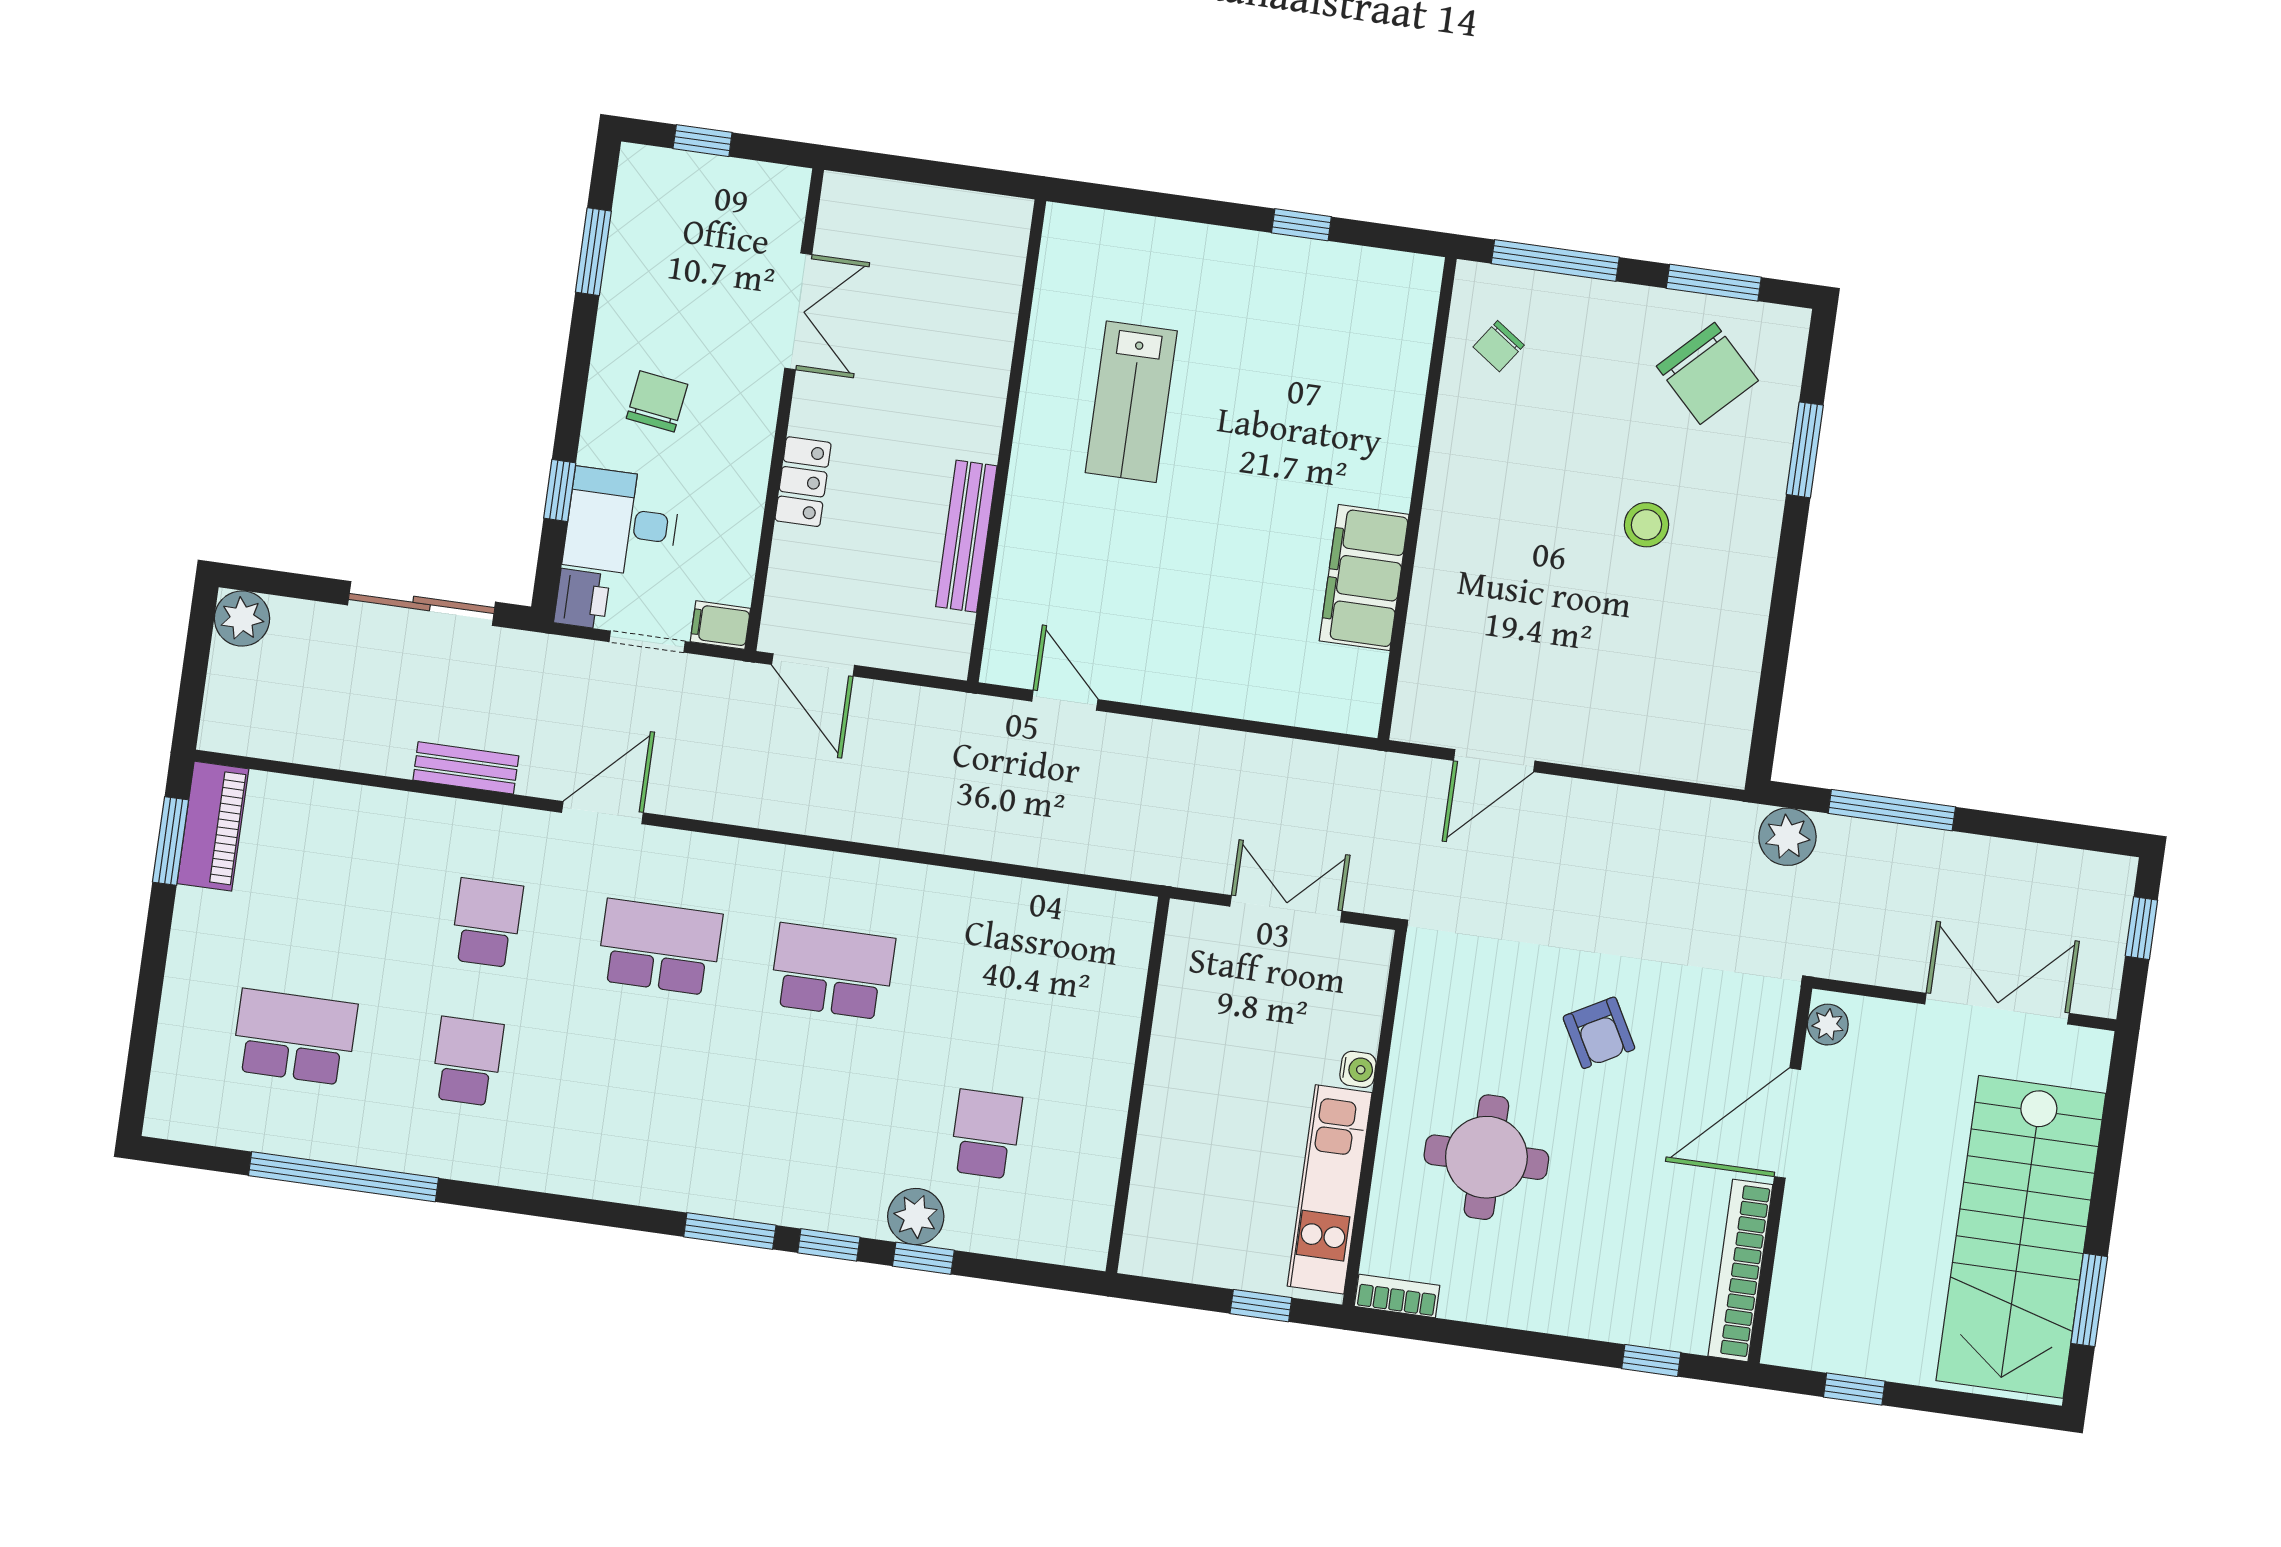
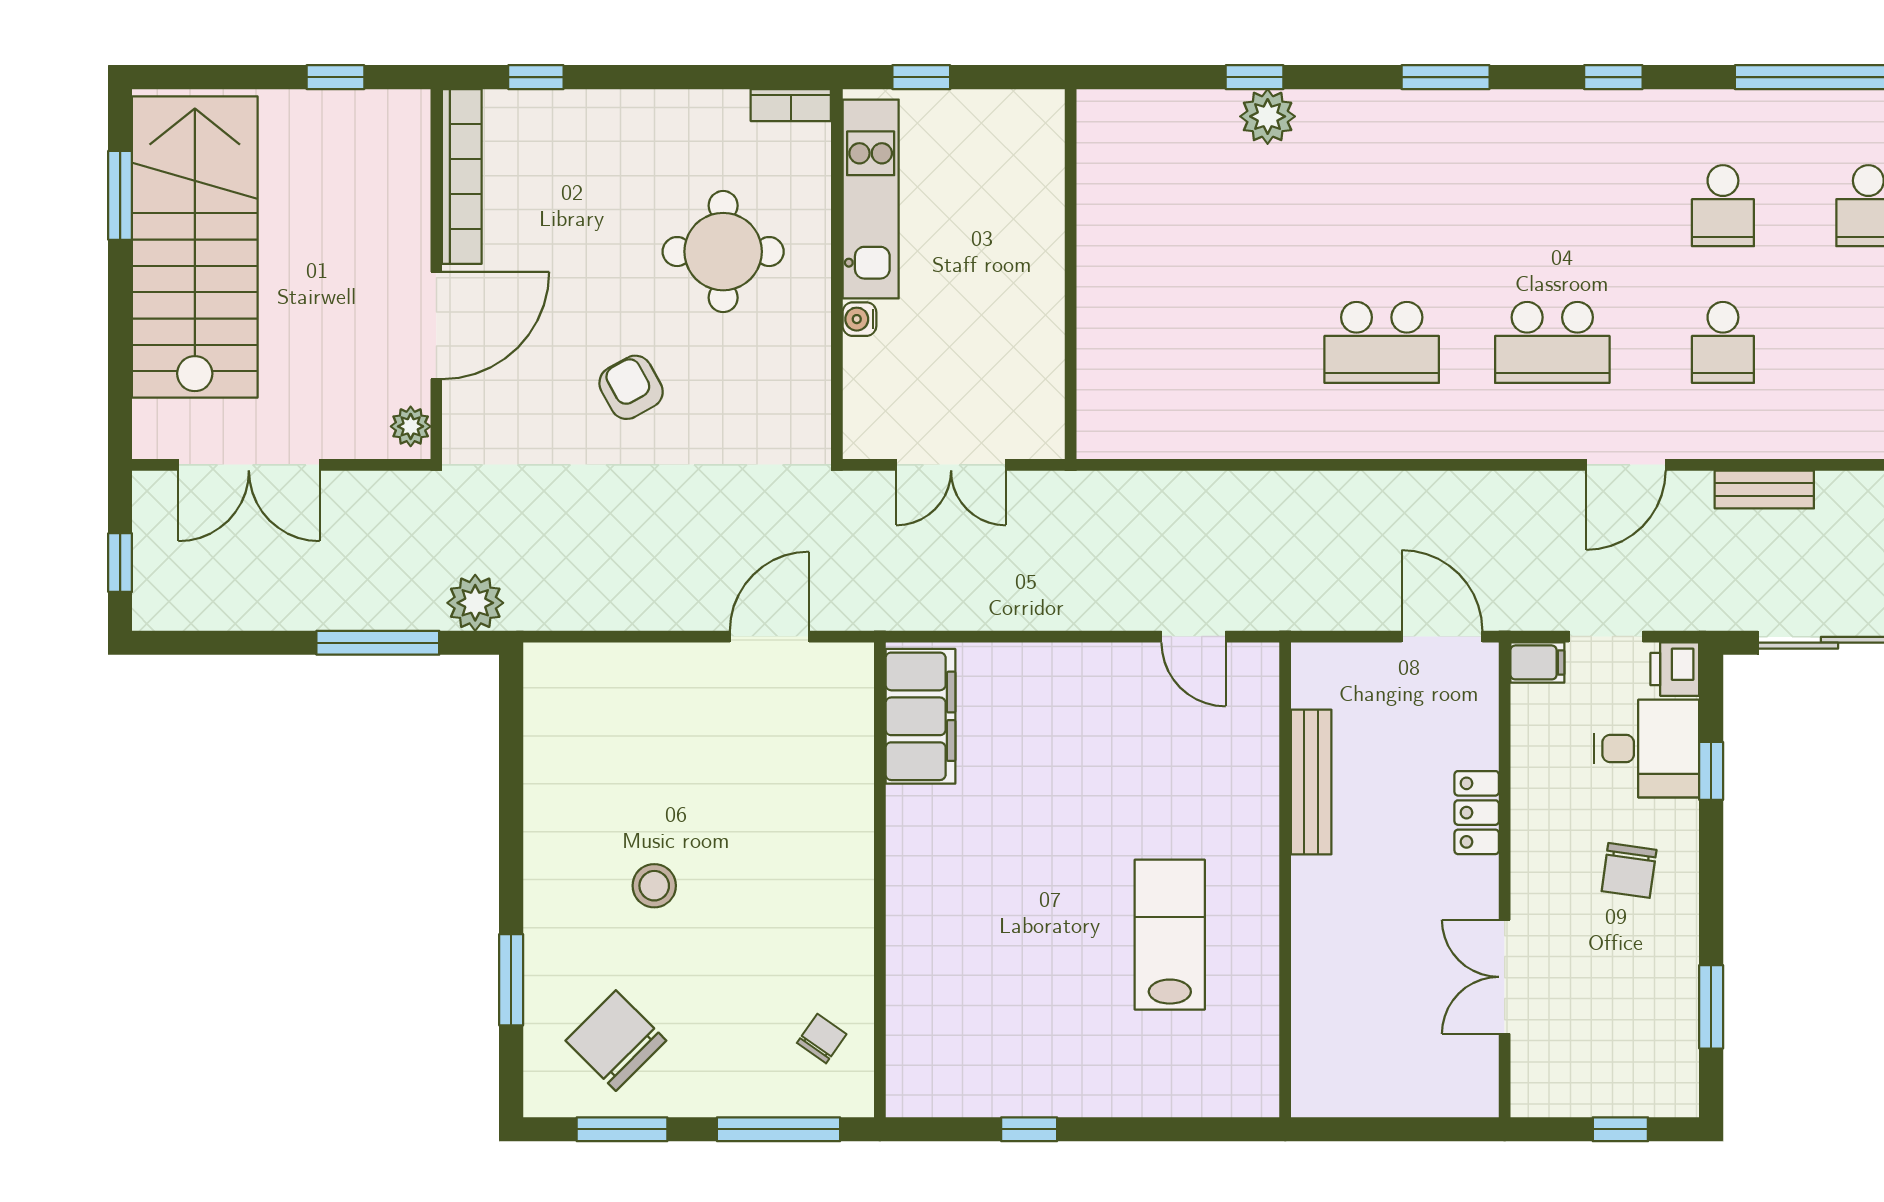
filing cabinet: (1364, 578) -> (920, 716), moved
school desk: (986, 1134) -> (1211, 206), removed
window: (829, 1245) -> (1613, 77), moved

